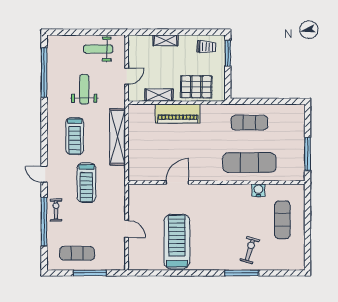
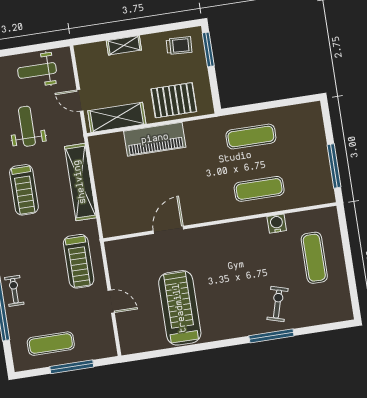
door: (127, 76) -> (80, 100), swing flipped
shelving: (159, 95) -> (117, 117), width x1.50, depth x1.33
exercise mat: (249, 162) -> (259, 189), width x0.73, depth x0.69
treadmill: (86, 183) -> (79, 261), moved

